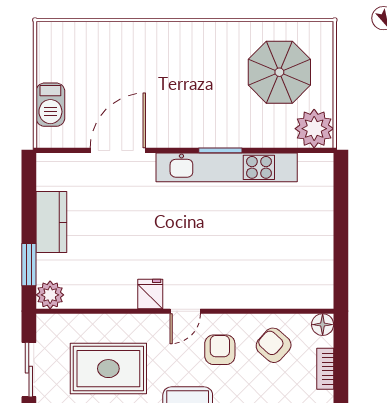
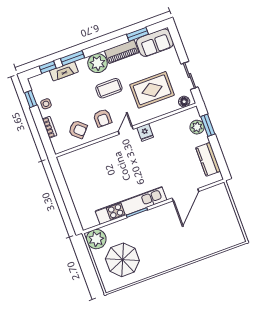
barbecue: (50, 105) -> (225, 205), removed
kitchen counter: (51, 222) -> (208, 159), moved
plant: (50, 295) -> (197, 127), moved
floor lamp: (323, 325) -> (184, 102), moved

